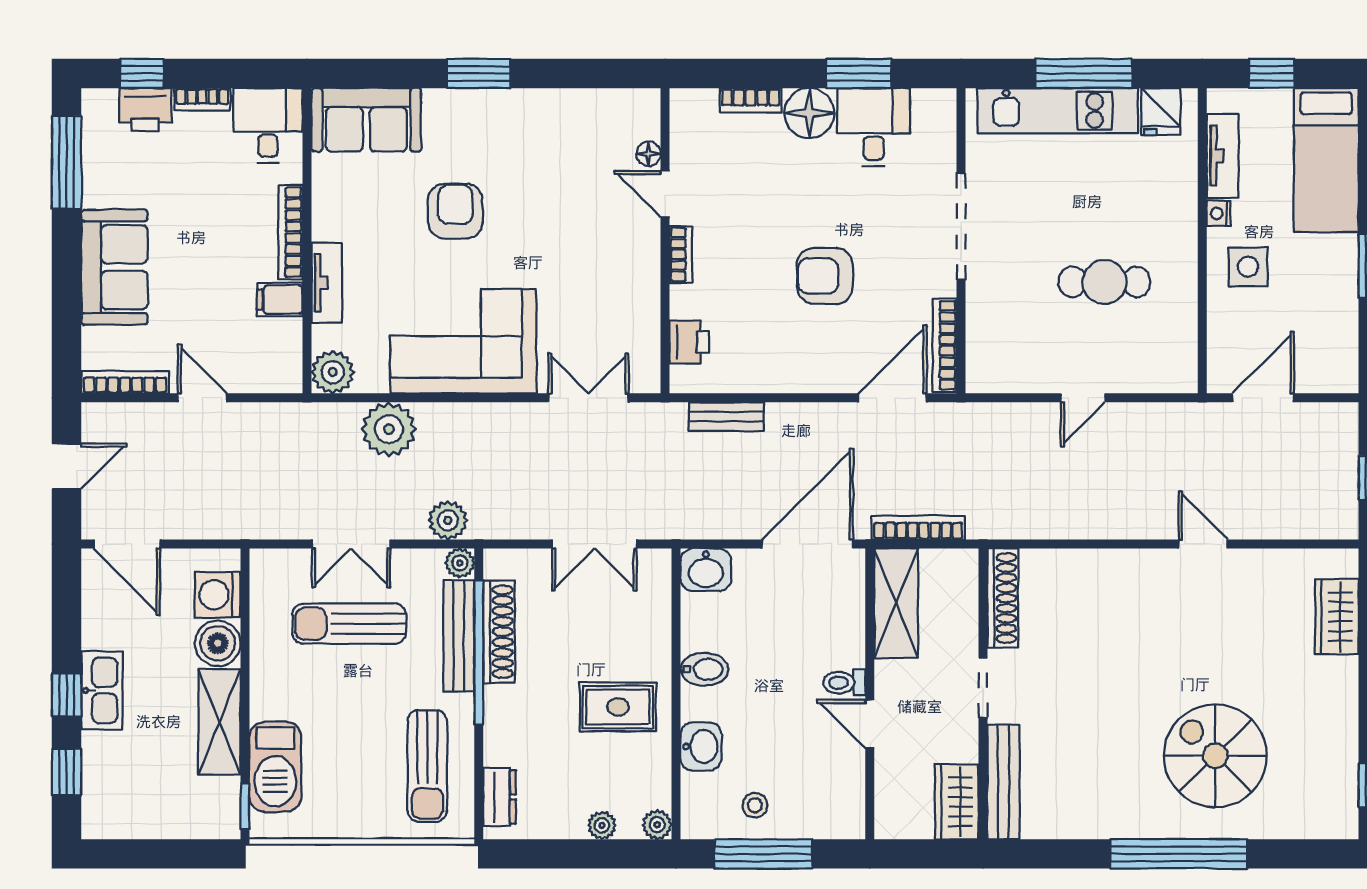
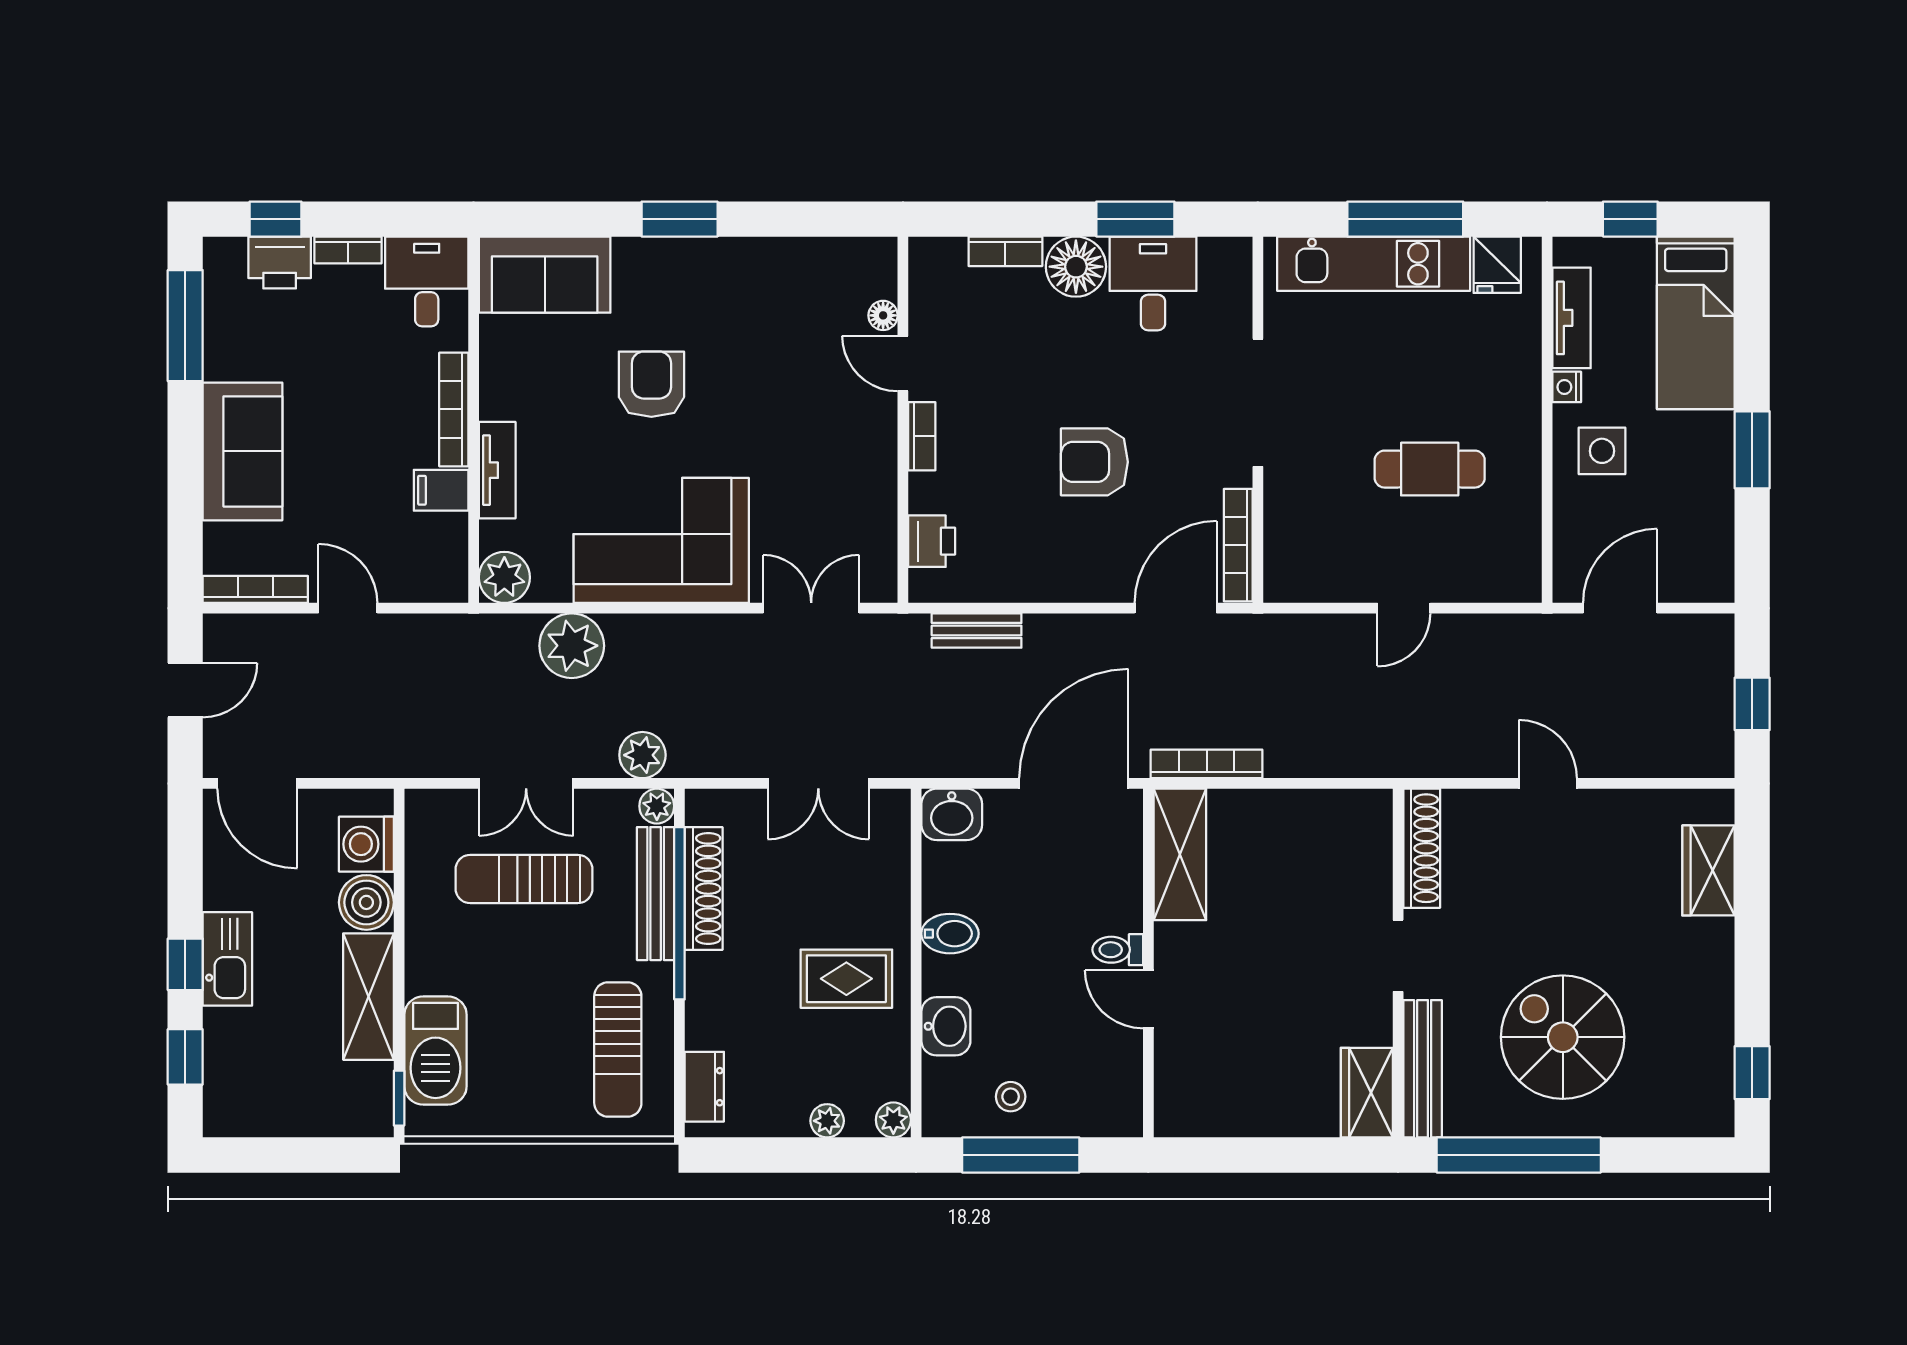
shoe rack: (1003, 598) -> (1422, 848), moved
doorway: (983, 688) -> (1398, 956), moved
wall: (983, 694) -> (1398, 963), moved
bench: (1003, 782) -> (1423, 1069), moved
wardrobe: (957, 802) -> (1367, 1093), moved

